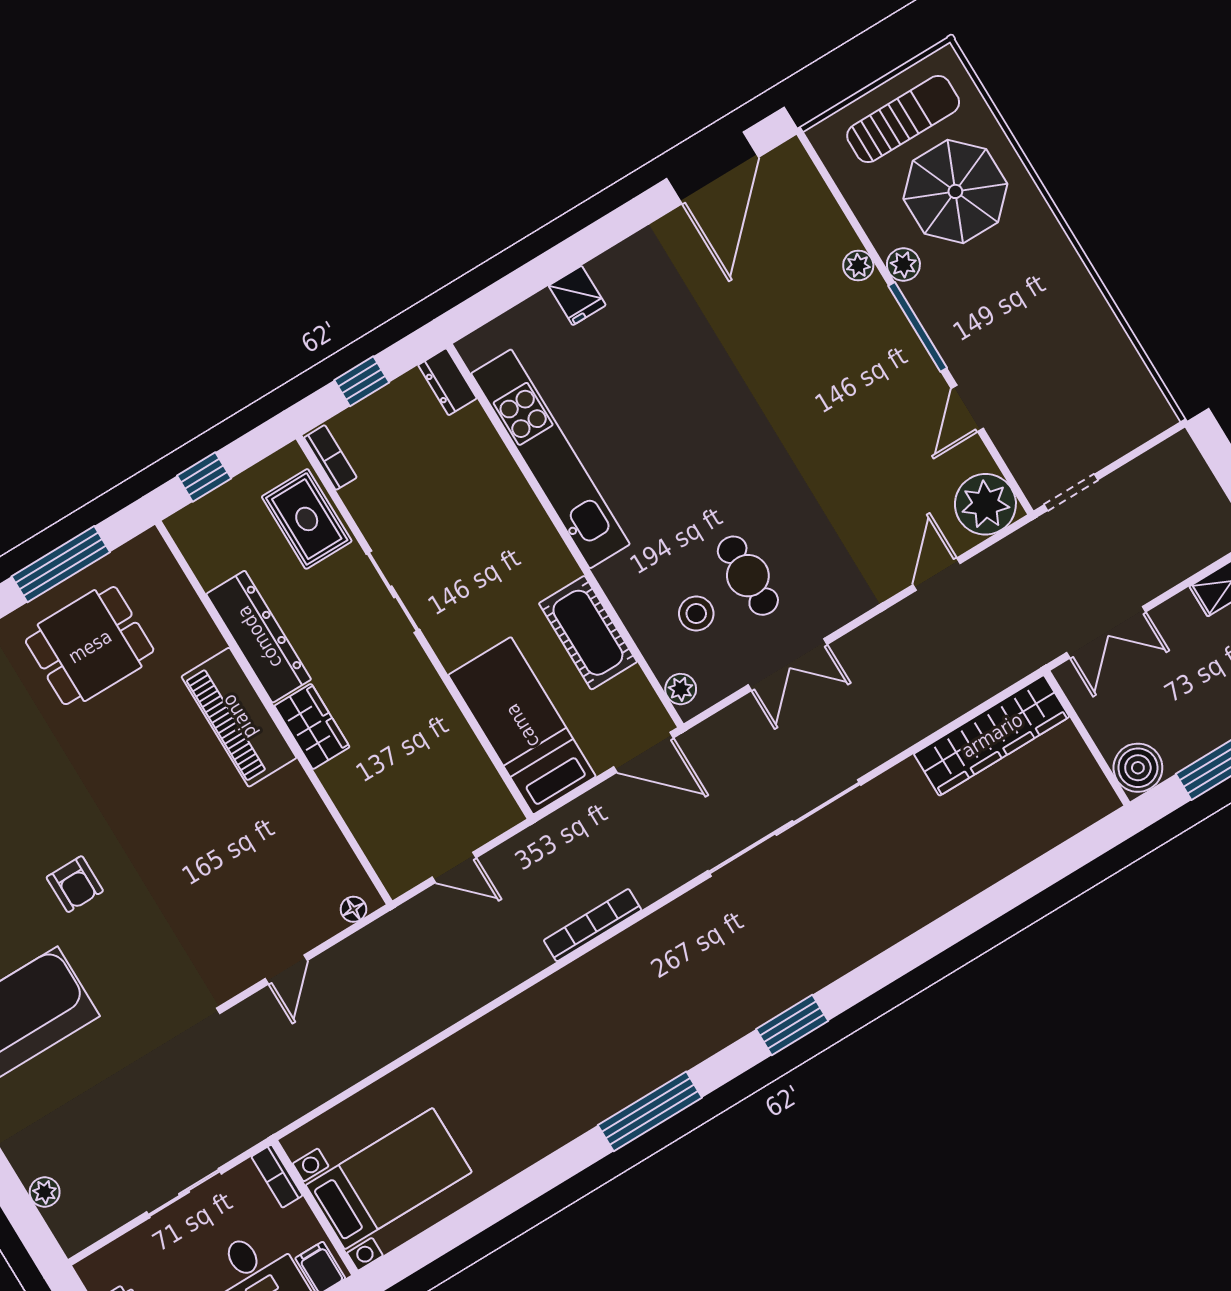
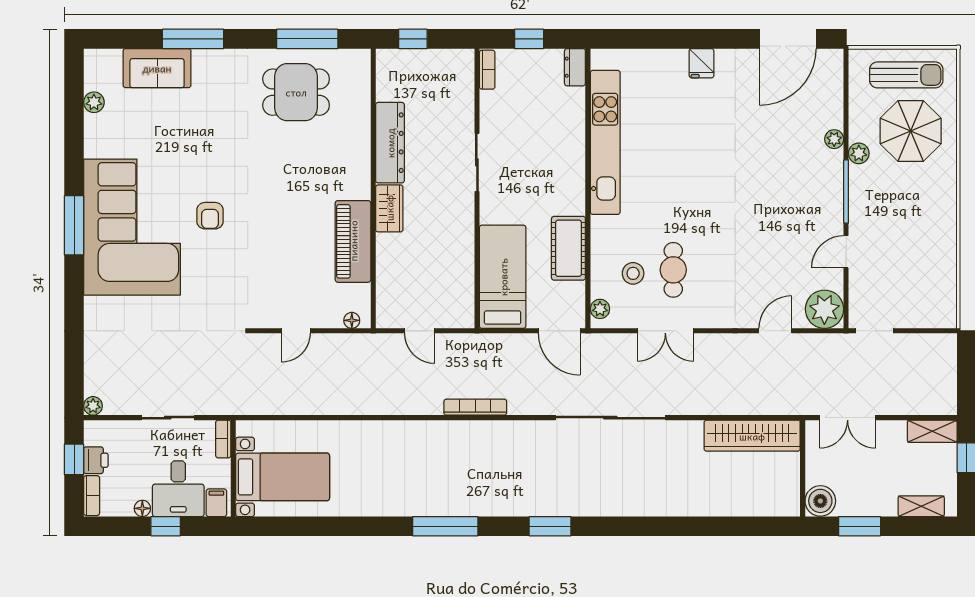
fridge: (577, 295) -> (702, 63), moved
rug: (307, 519) -> (454, 95), removed
piano: (239, 717) -> (353, 241), moved
plant: (45, 1192) -> (93, 406), moved

